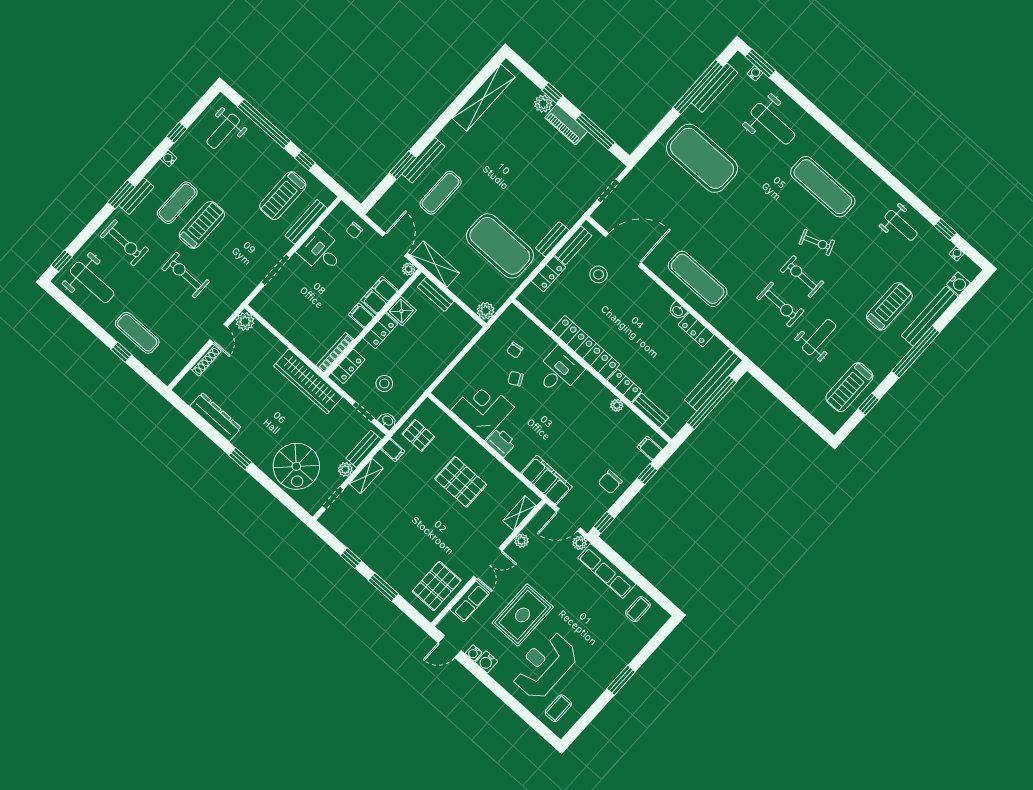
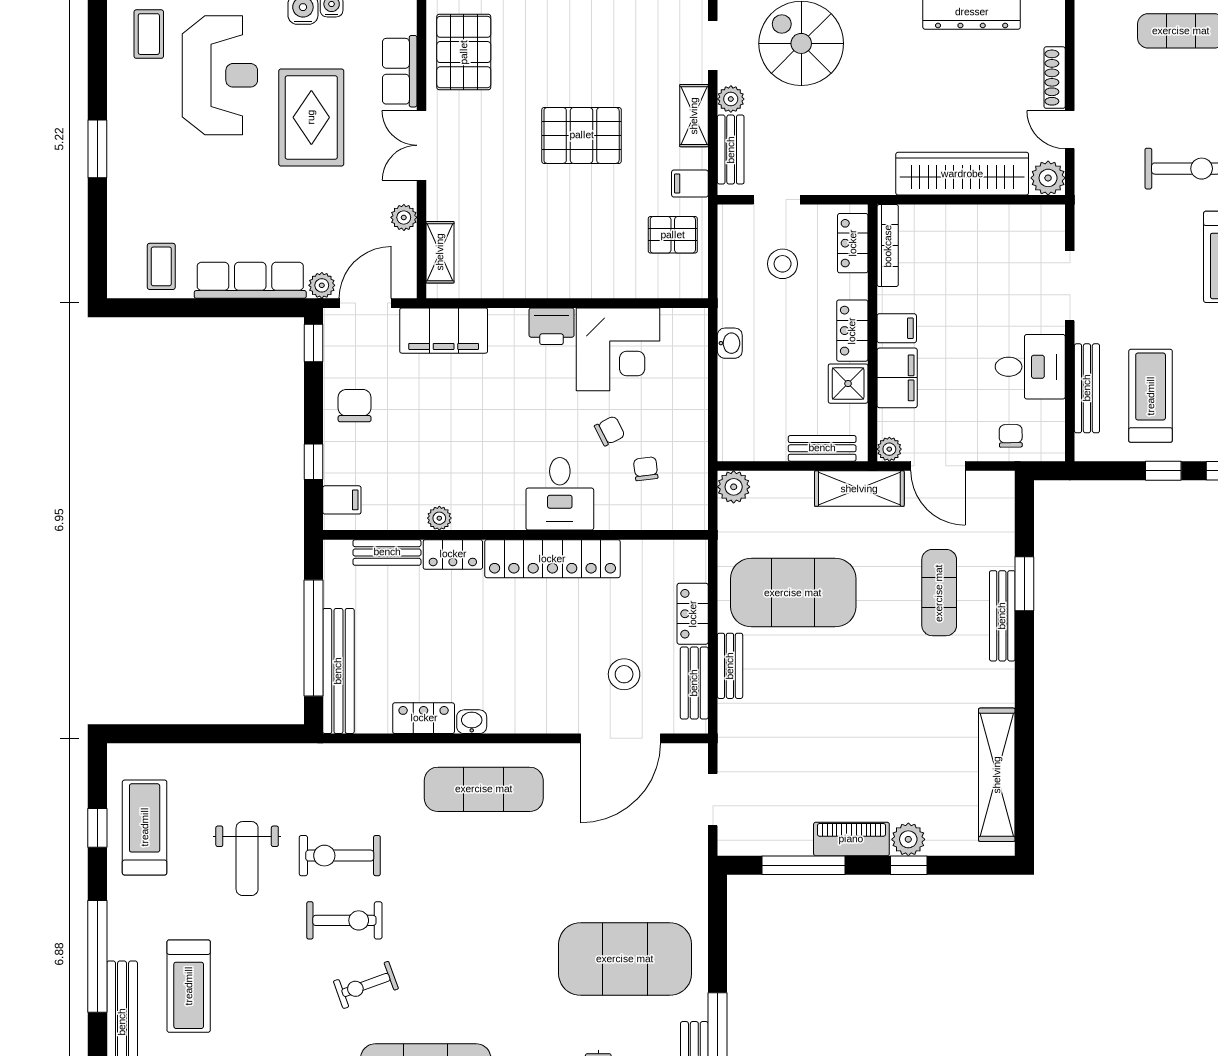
wardrobe: (308, 381) -> (962, 174), moved
washbasin: (387, 421) -> (730, 343), moved, turned -90
pallet: (461, 482) -> (582, 135), moved

